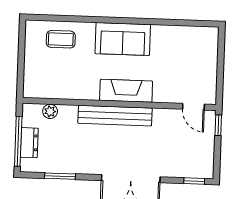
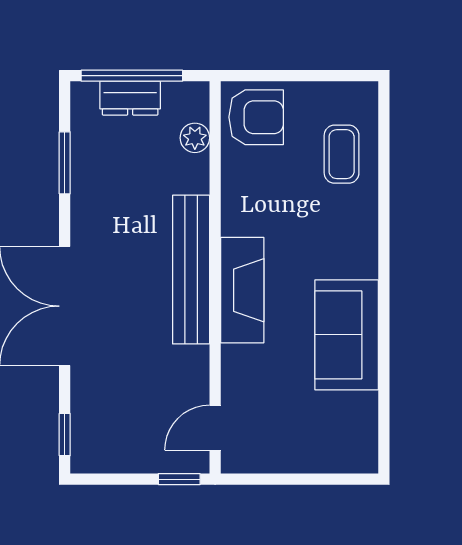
sofa: (123, 39) -> (347, 335), moved
armchair: (41, 81) -> (256, 117), added

